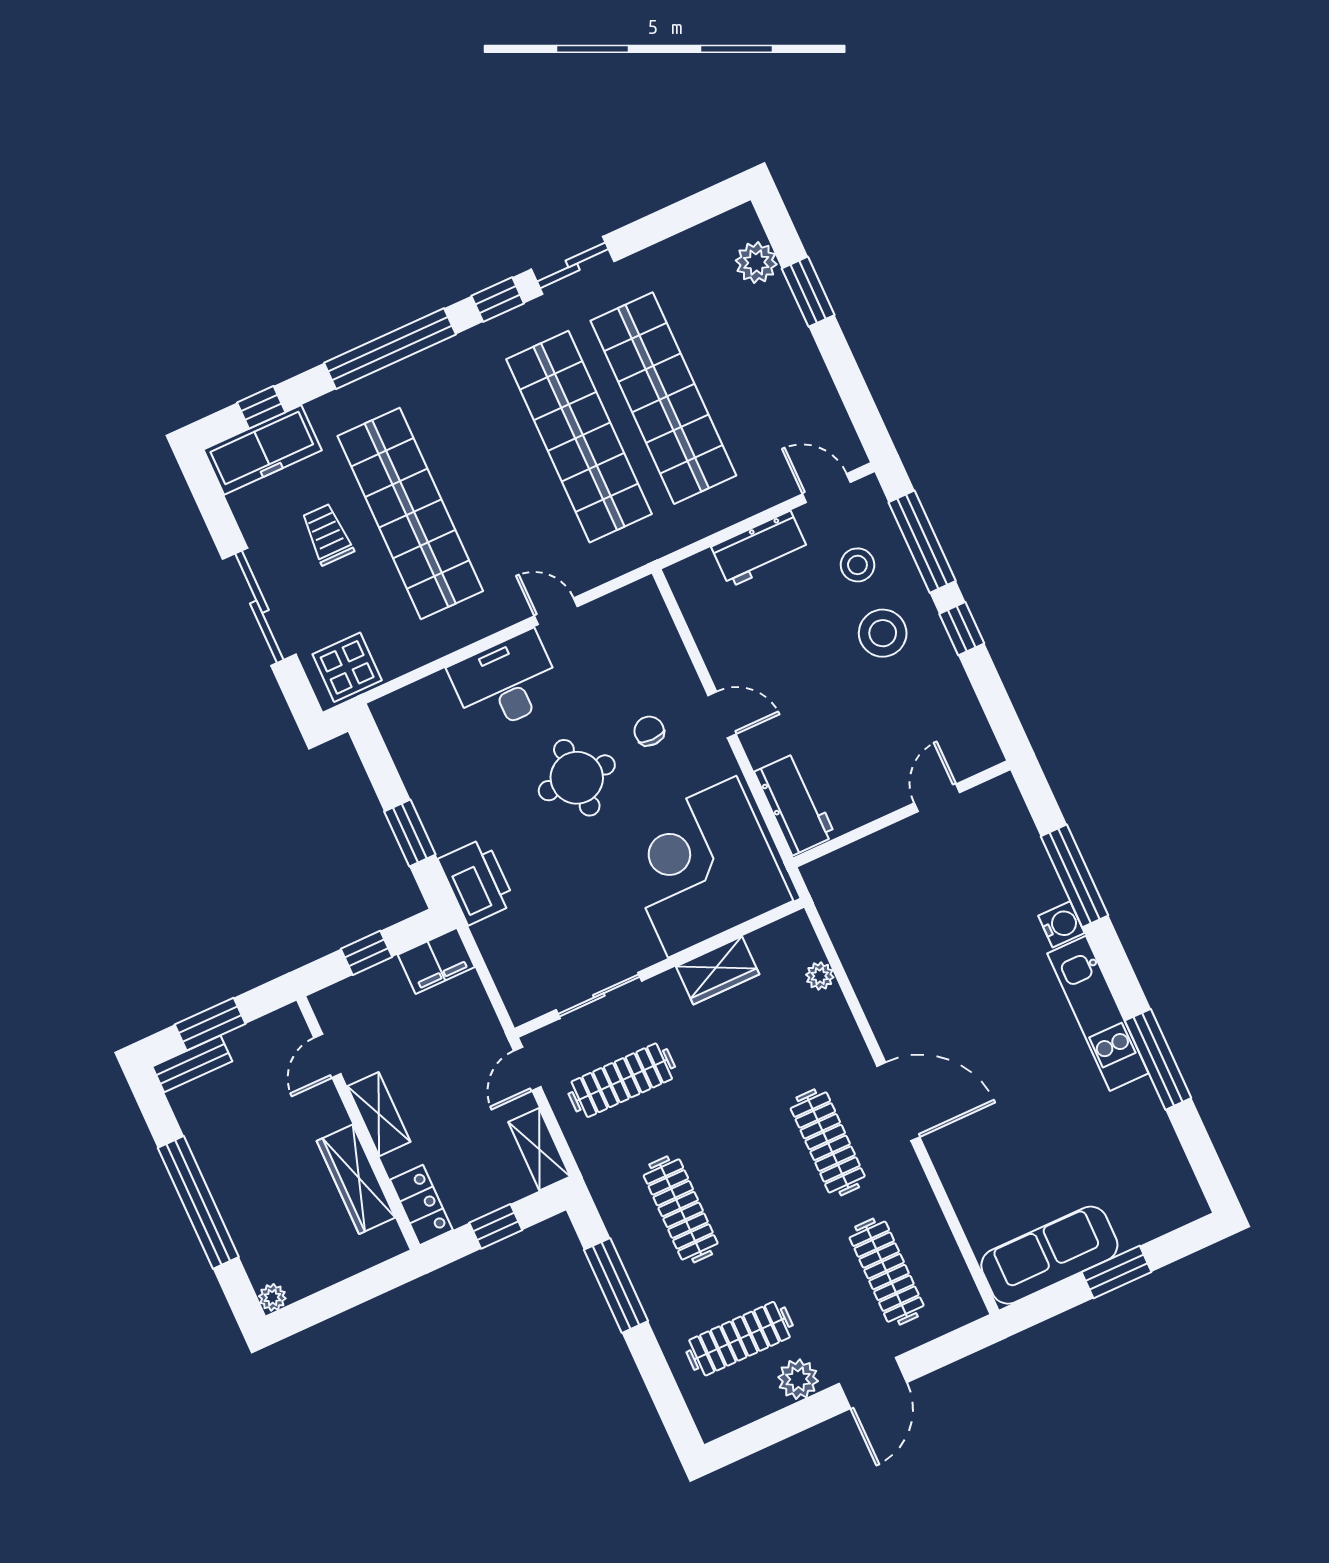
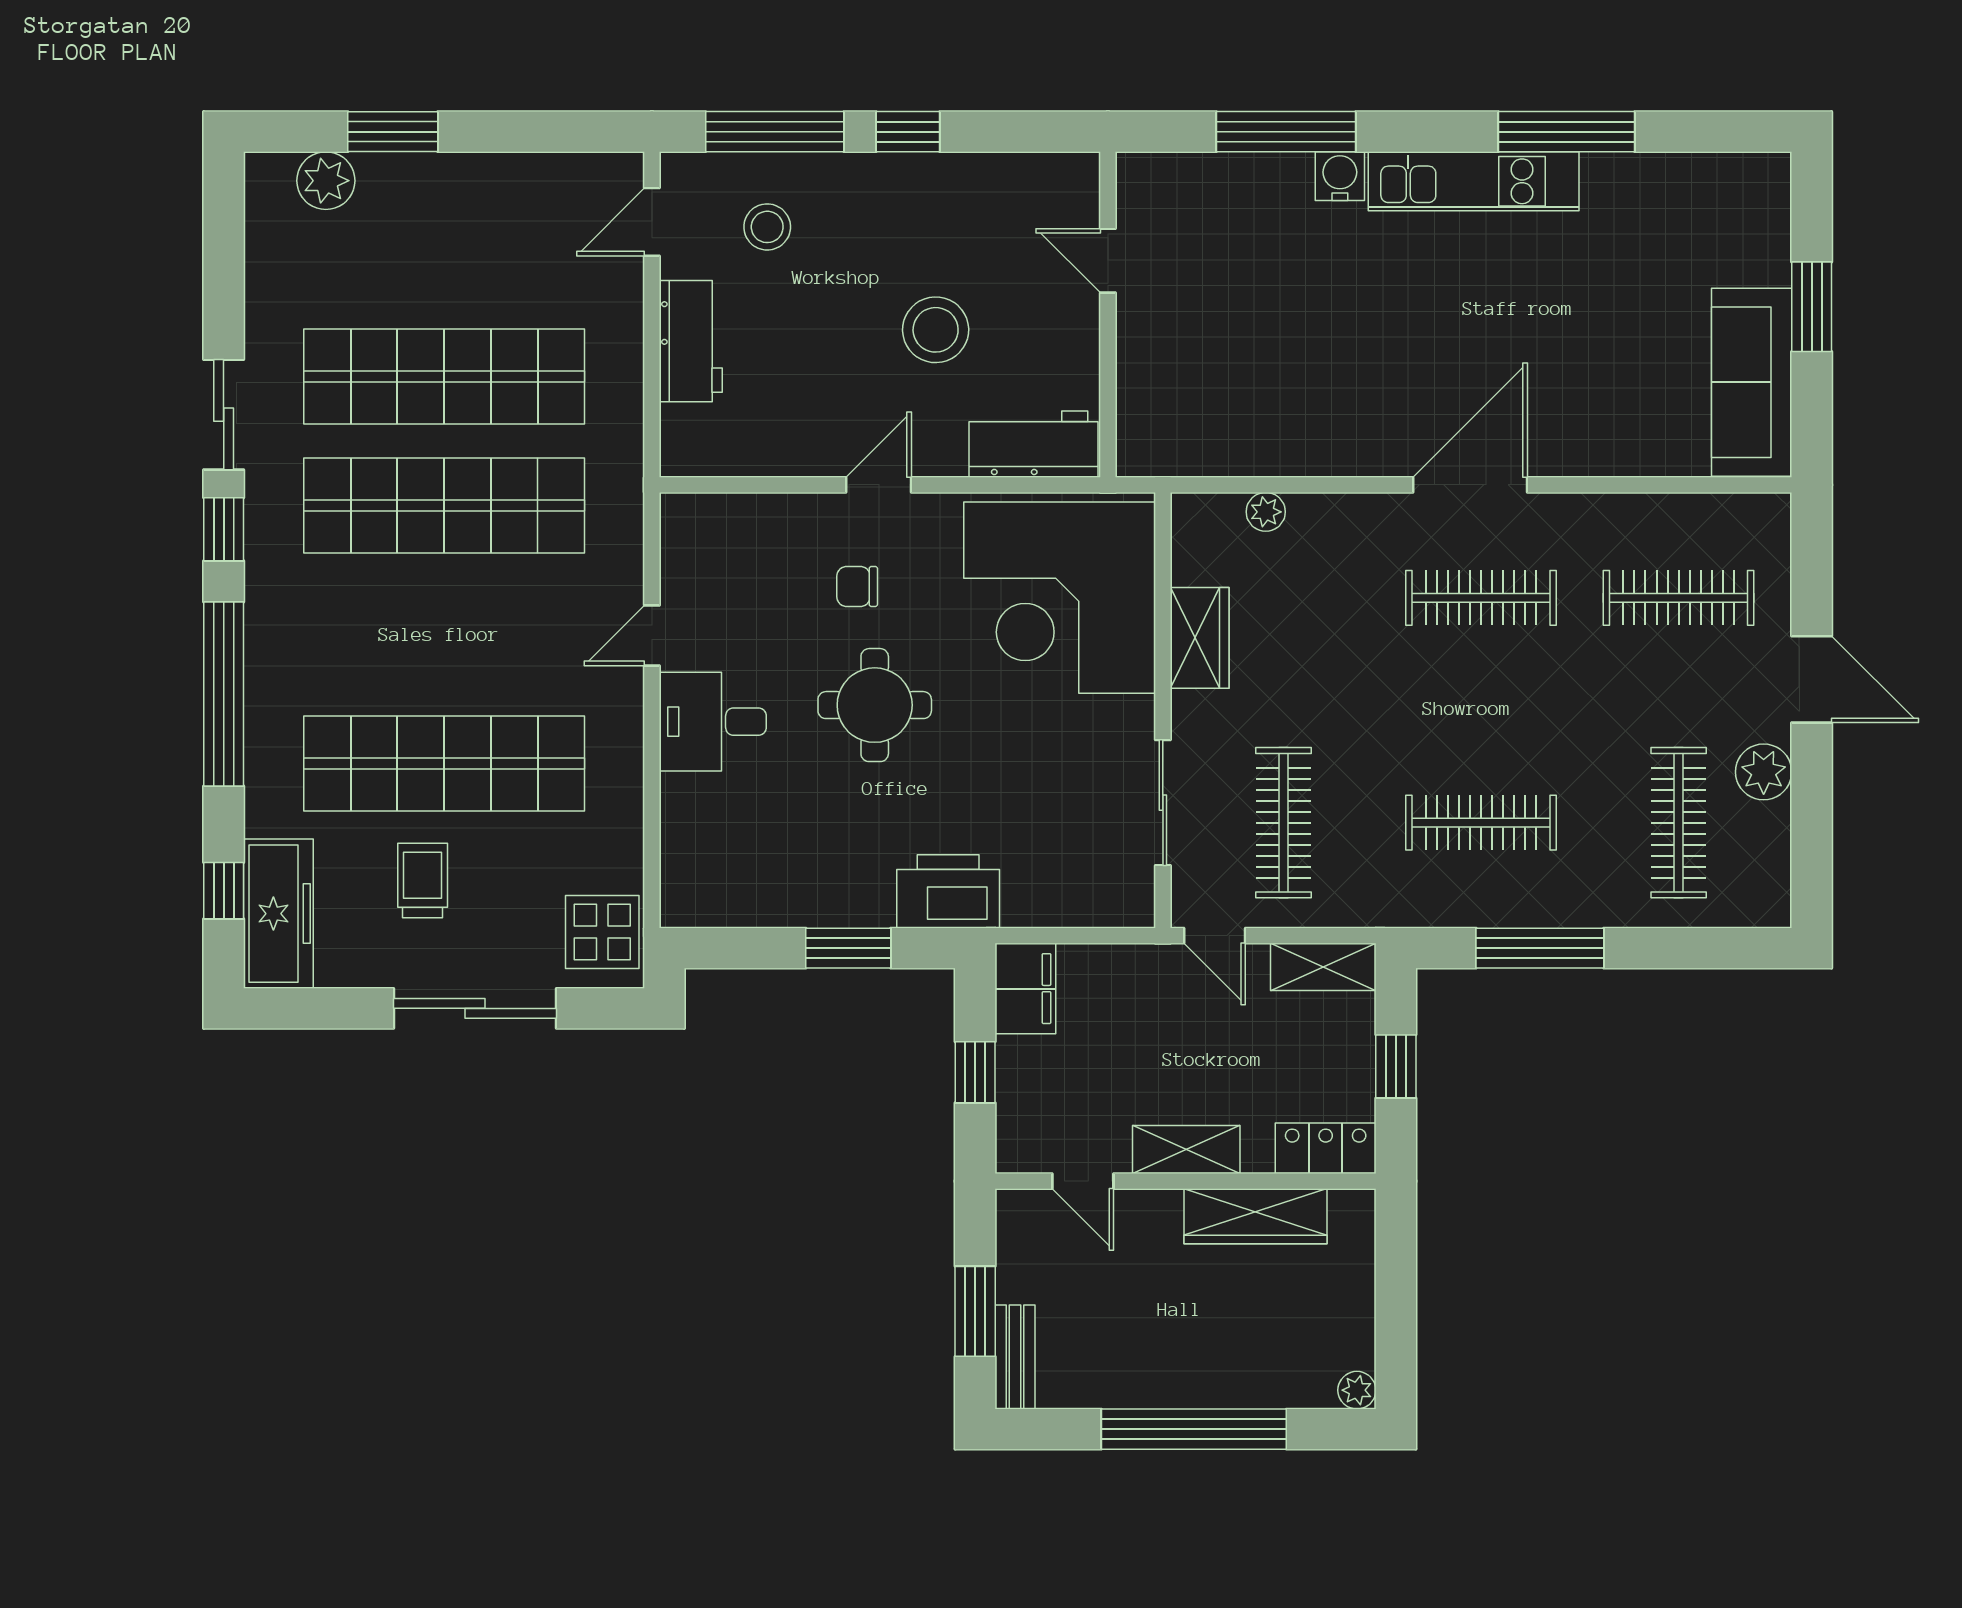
trolley: (327, 534) -> (423, 881), turned 90
stool: (883, 633) -> (936, 330), moved
desk: (506, 682) -> (713, 722), width x0.73

